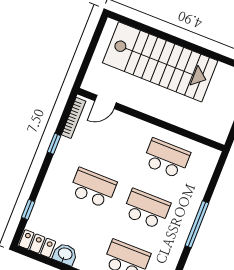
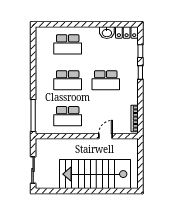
door: (106, 102) -> (105, 136), moved
window: (54, 144) -> (140, 73), moved
window: (197, 224) -> (33, 115), moved

